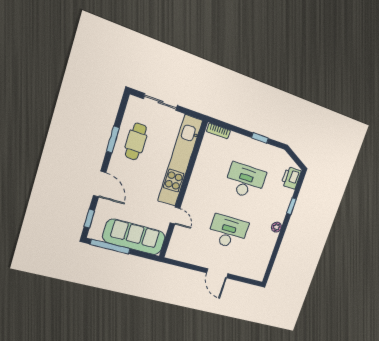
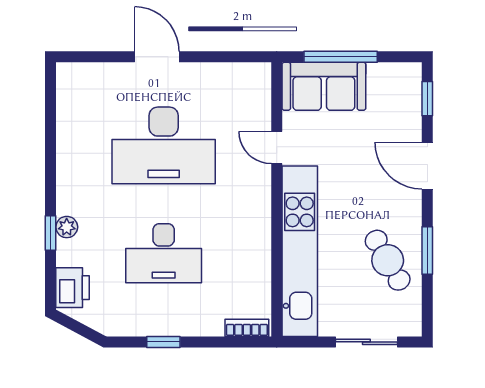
cafe table: (136, 141) -> (388, 260), turned -30
plant: (276, 227) -> (67, 227), moved
desk: (228, 232) -> (164, 145), width x1.36, depth x1.30
sofa: (134, 237) -> (324, 86), width x0.73
window: (110, 247) -> (341, 57), moved

